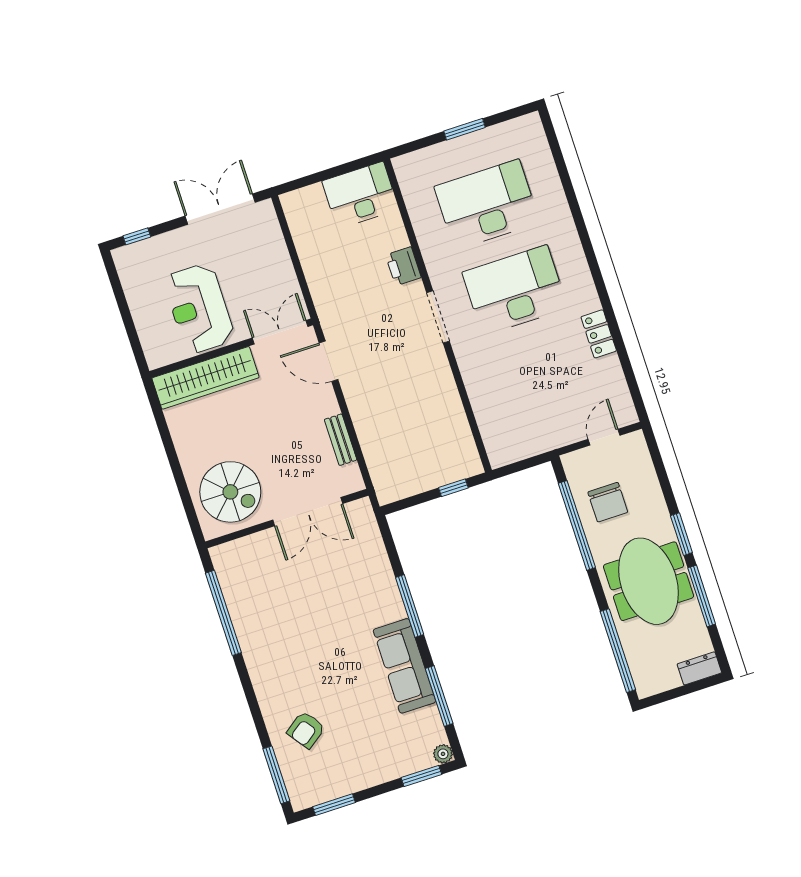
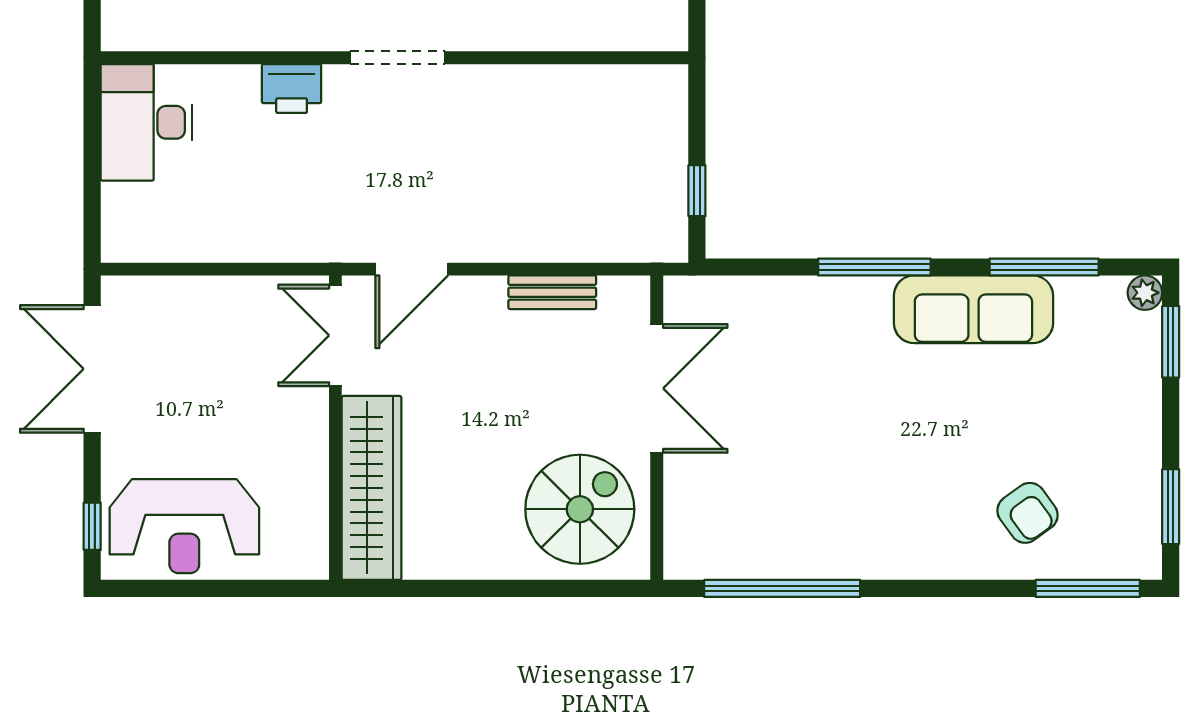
reception desk: (199, 308) -> (184, 526), moved
window: (453, 488) -> (697, 191), moved

